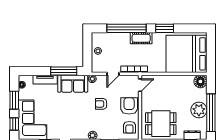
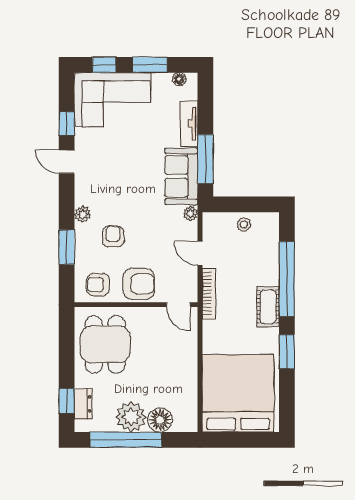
floor lamp: (200, 81) -> (160, 420), moved
armchair: (101, 104) -> (113, 237), moved

